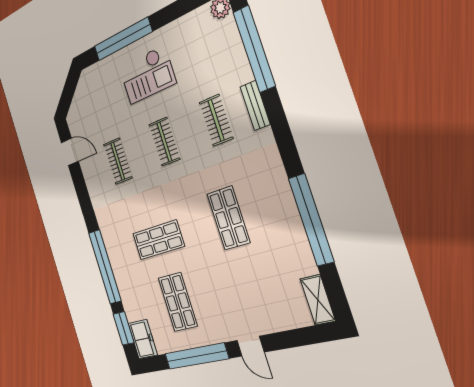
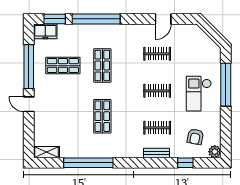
window: (254, 49) -> (185, 163), width x0.32
armchair: (209, 51) -> (195, 137), added
door: (70, 152) -> (163, 19), moved
shop shelf: (228, 218) -> (102, 116), turned 90
door: (250, 346) -> (29, 104), hinge flipped

